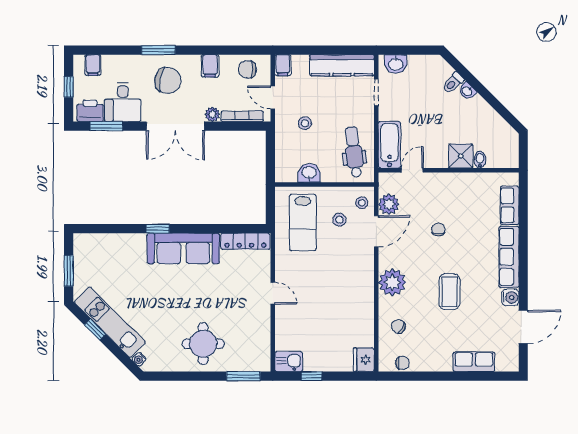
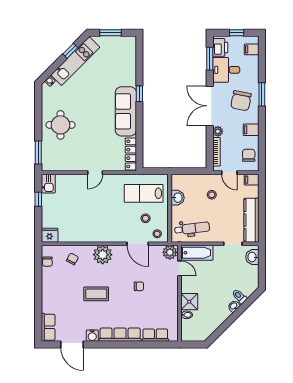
door: (273, 97) -> (229, 173), swing flipped
plant: (389, 204) -> (170, 252), moved
row of seats: (474, 362) -> (48, 327), moved

